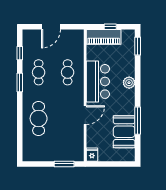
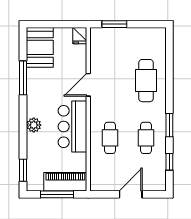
window: (110, 27) -> (57, 194), width x2.17
booth: (124, 132) -> (40, 47), moved

